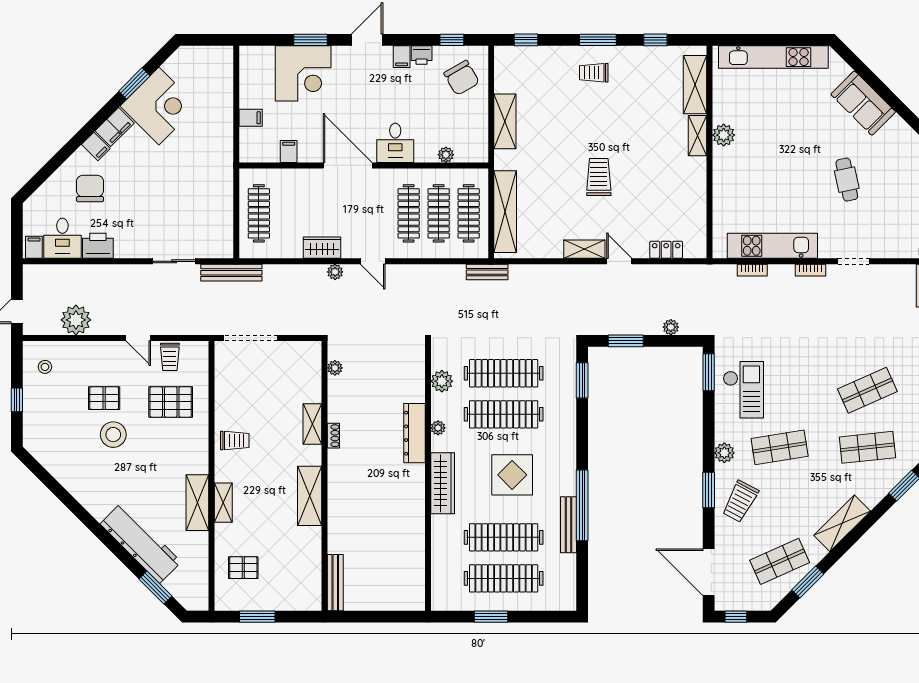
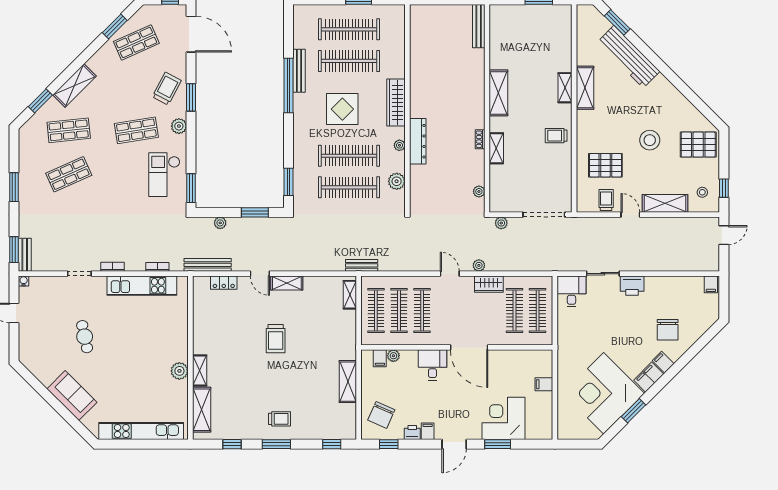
chair: (462, 78) -> (381, 415), turned -126
corner desk: (159, 106) -> (604, 393), width x1.36, depth x1.36
filing cabinet: (289, 151) -> (380, 358), moved
shelving: (505, 212) -> (350, 295), width x0.45, depth x0.75
clothes rail: (289, 213) -> (514, 311), added
desk: (62, 238) -> (571, 291), moved
printer: (98, 246) -> (632, 286), moved
bench: (231, 273) -> (208, 265), moved
plant: (76, 320) -> (501, 223), moved, width x0.53, depth x0.53
shelving: (93, 353) -> (665, 203), added
pallet: (104, 398) -> (698, 145), moved, width x1.50, depth x1.42
window: (17, 400) -> (724, 188), moved
shelving: (842, 523) -> (74, 86), moved
pallet: (243, 568) -> (550, 38), removed

